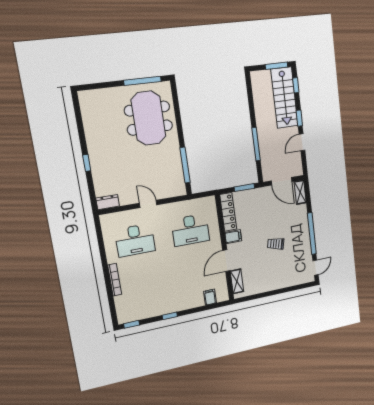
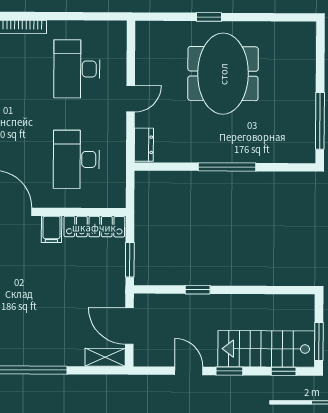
meeting table: (149, 118) -> (223, 74), moved, turned 90
window: (256, 144) -> (198, 290), width x0.46
window: (185, 165) -> (227, 167), moved
door: (281, 181) -> (129, 326), hinge flipped
dresser: (108, 202) -> (144, 145), moved
trolley: (276, 244) -> (25, 302), removed

